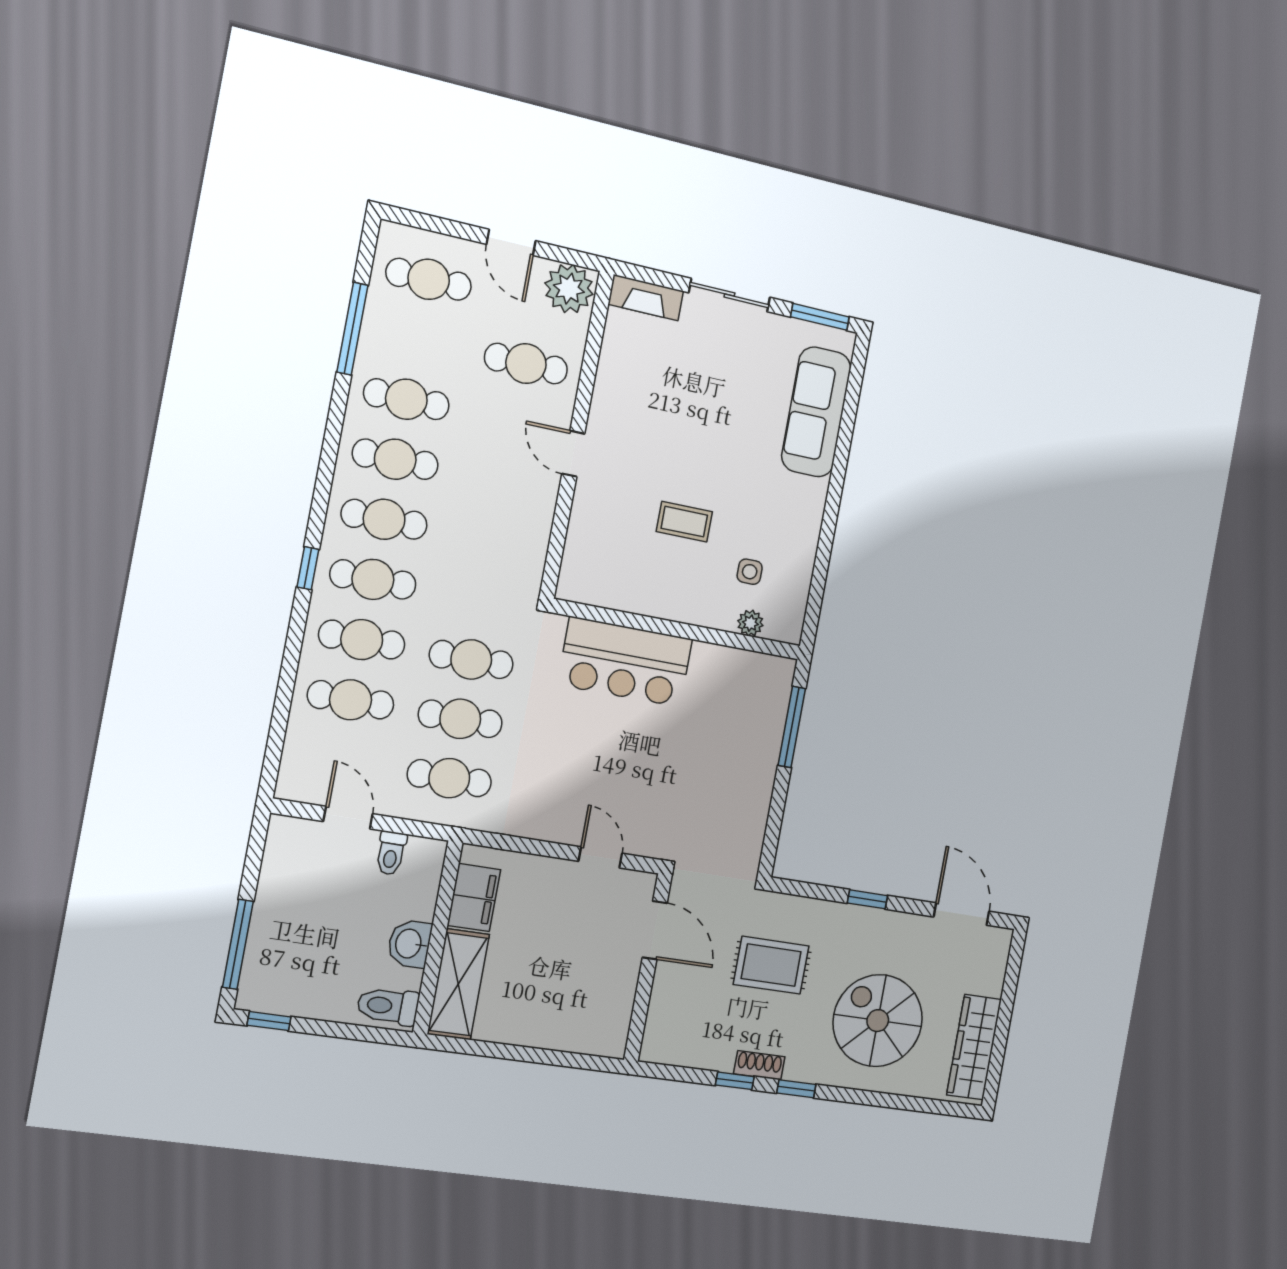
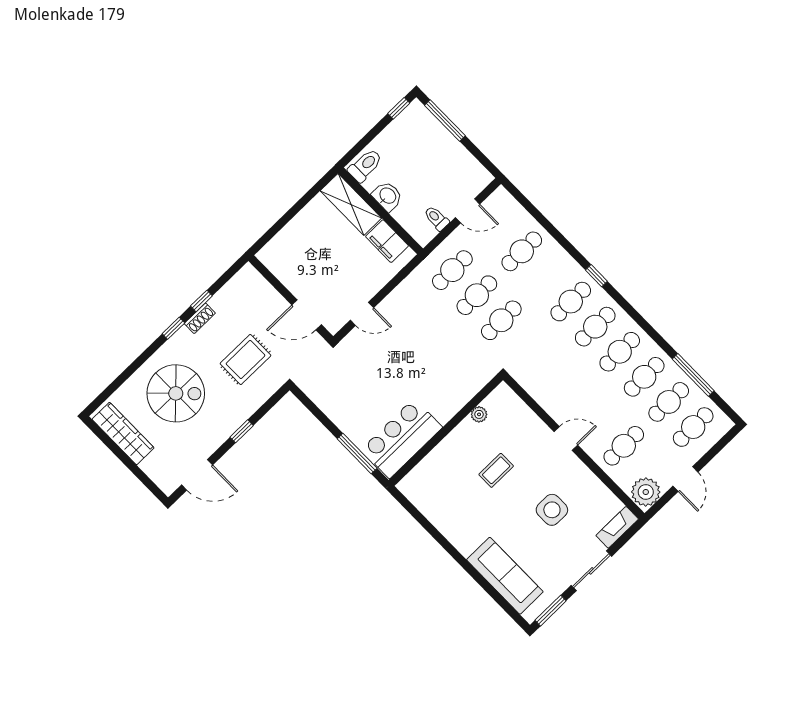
door: (511, 242) -> (685, 479), swing flipped
side table: (750, 572) -> (552, 510), moved, width x1.87, depth x1.87
plant: (750, 623) -> (479, 414), moved
cafe table: (362, 640) -> (669, 402), moved
bar counter: (625, 662) -> (402, 438), moved

